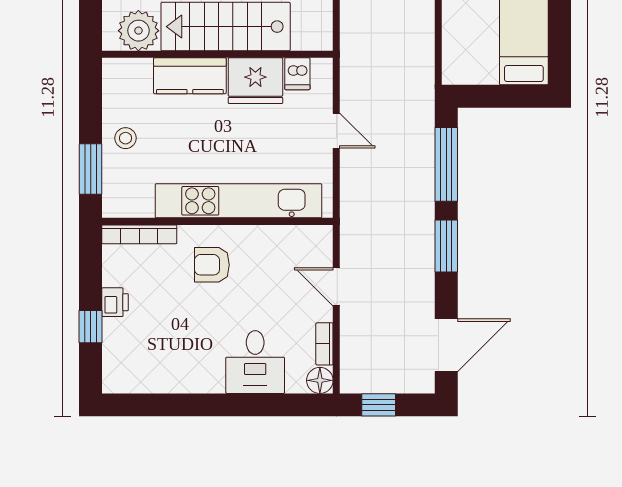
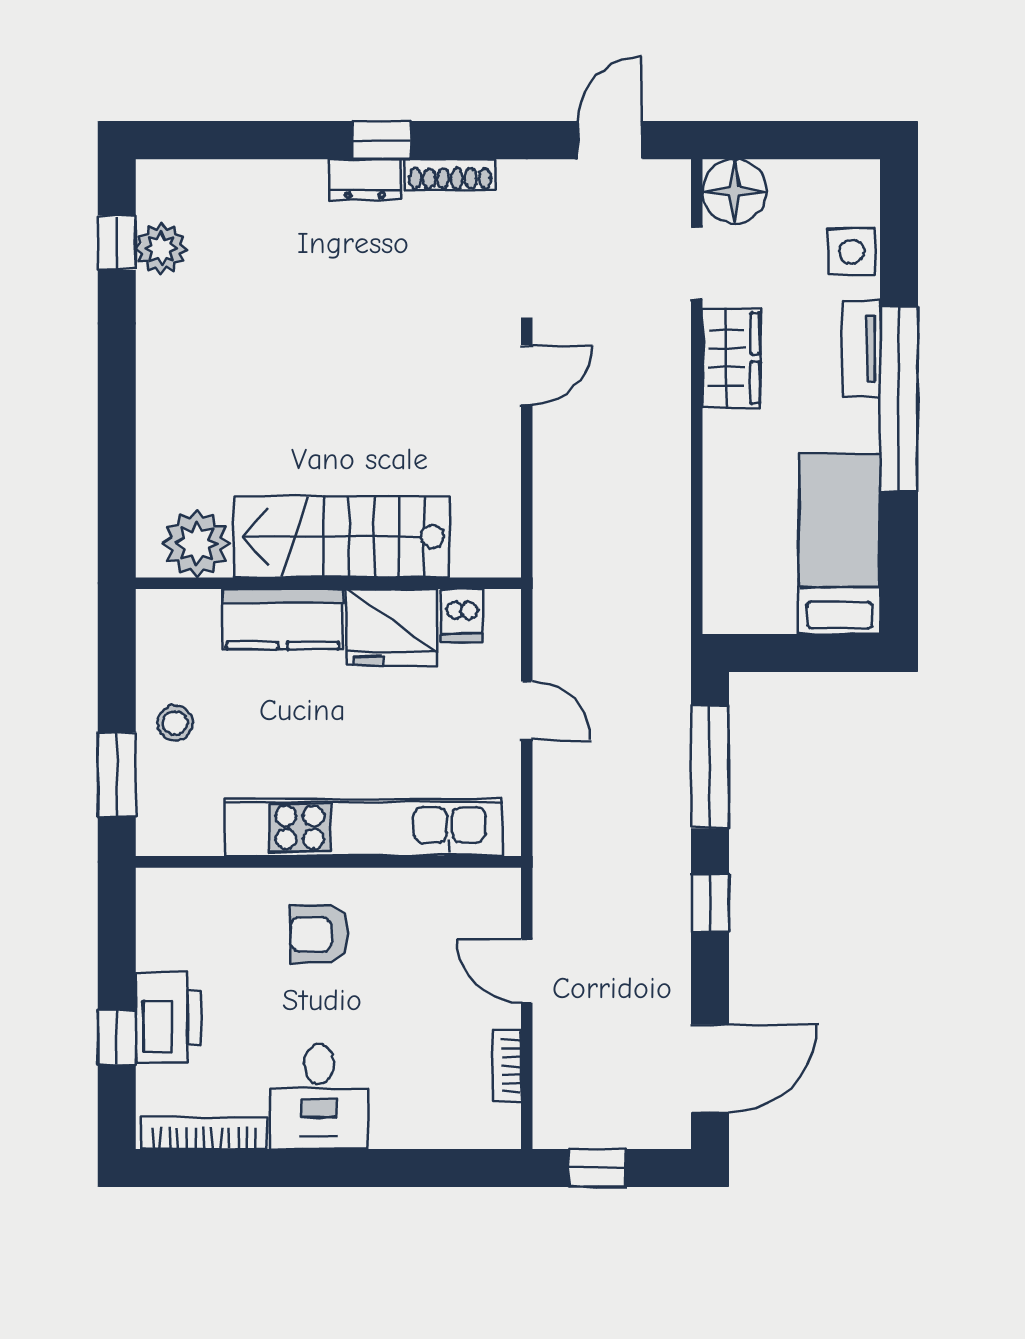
bookcase: (139, 234) -> (204, 1133), moved, turned 180
window: (446, 246) -> (710, 903), width x0.67
printer: (115, 302) -> (168, 1018), width x1.87, depth x1.48
desk: (255, 362) -> (319, 1097), moved
floor lamp: (320, 380) -> (499, 1127), removed

